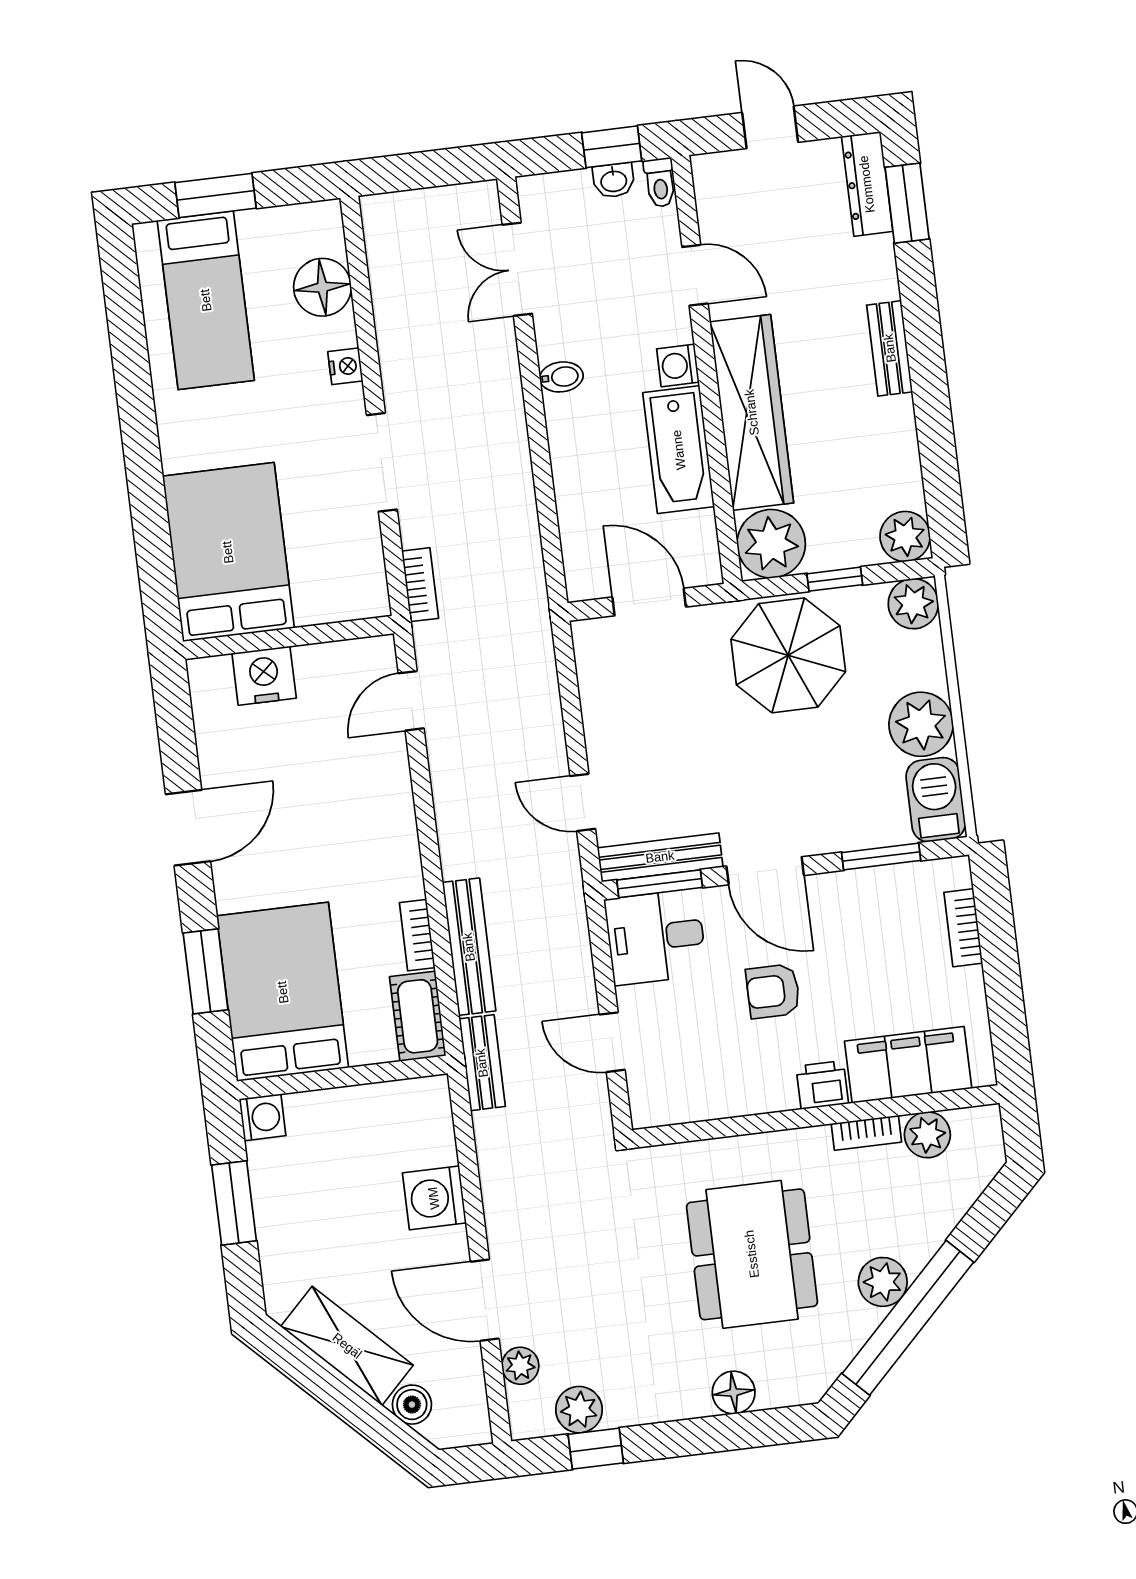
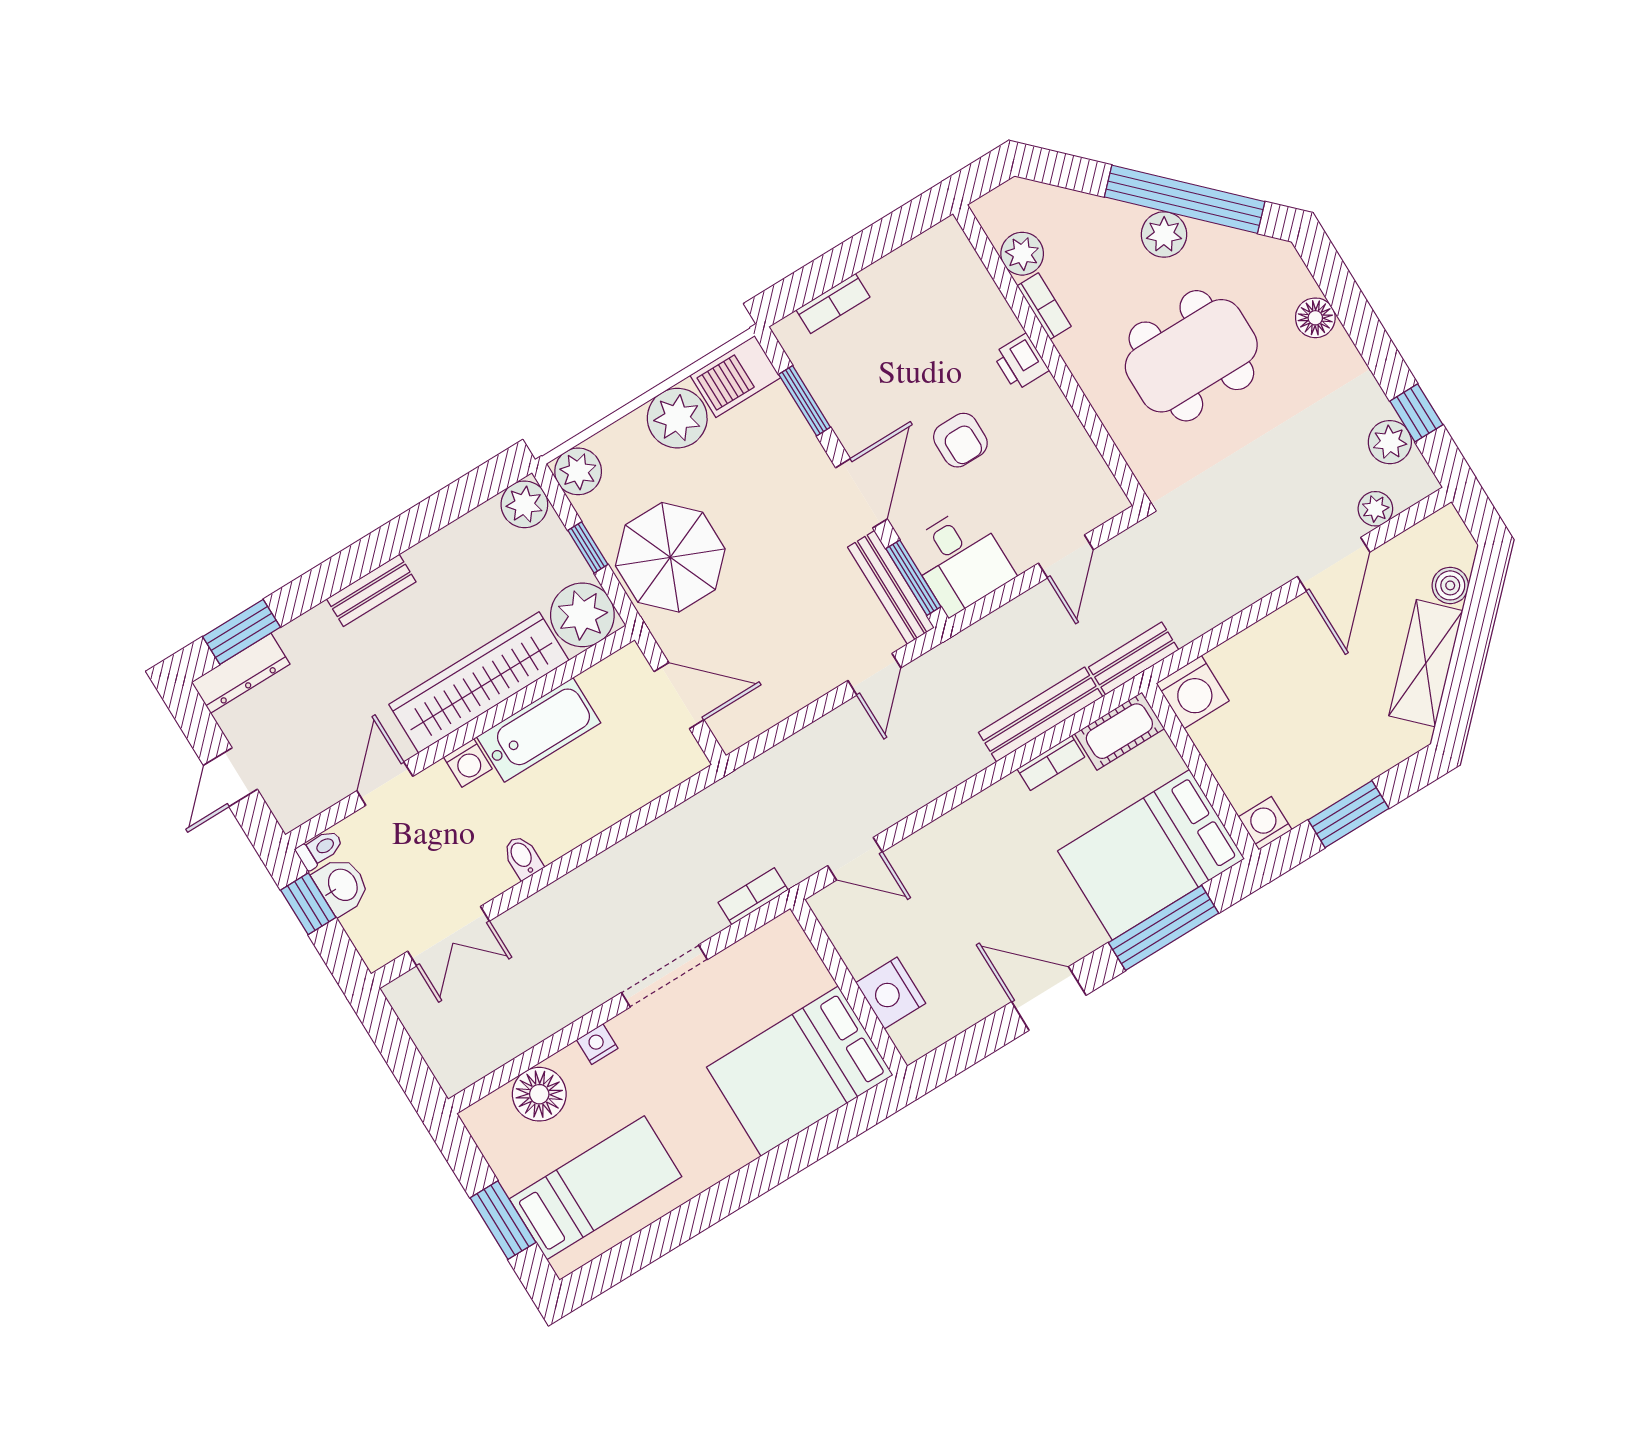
washbasin: (614, 180) -> (342, 886), width x1.38, depth x1.45
door: (649, 602) -> (679, 696), swing flipped
window: (206, 971) -> (1164, 928), width x1.44
filing cabinet: (908, 1065) -> (970, 297), removed
washing machine: (434, 1198) -> (1193, 692), moved

